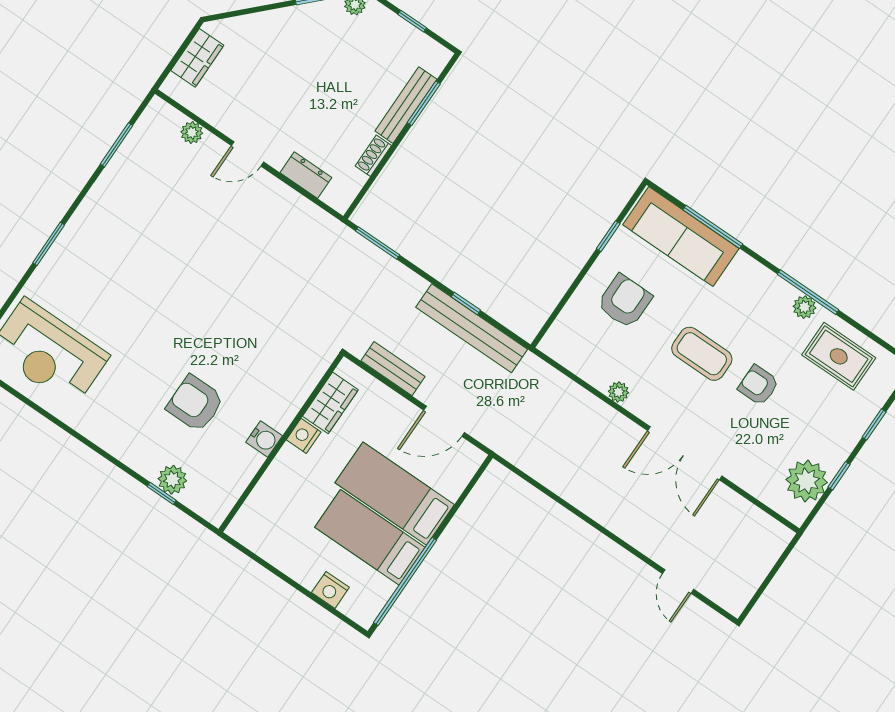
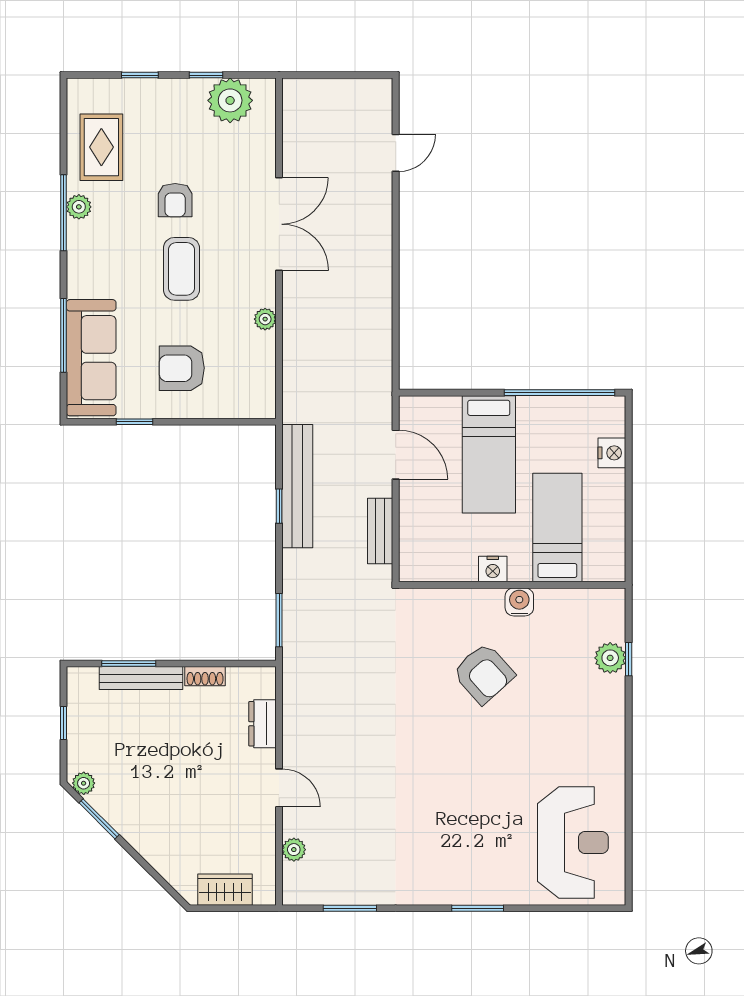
armchair: (195, 403) -> (484, 673), moved, turned -42
wardrobe: (330, 403) -> (448, 565), removed
bed: (370, 537) -> (557, 527), moved, turned 180

